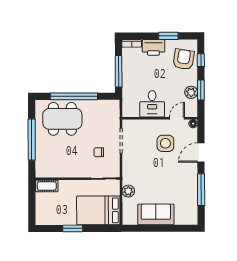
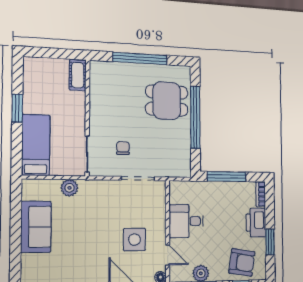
dining table: (62, 119) -> (167, 101), width x0.73
bed: (98, 210) -> (36, 145), width x0.67

